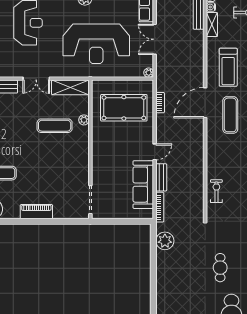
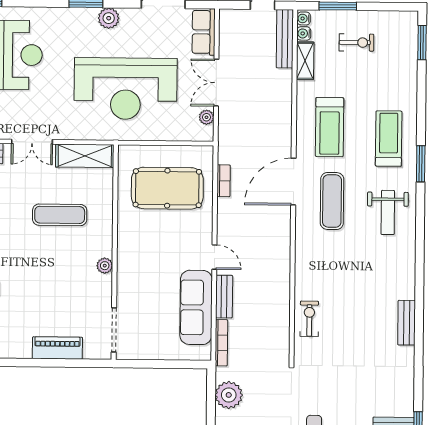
plant: (149, 73) -> (206, 117), moved
plant: (84, 120) -> (105, 266), moved
door: (155, 152) -> (214, 257), hinge flipped
piano: (36, 212) -> (57, 348), moved

